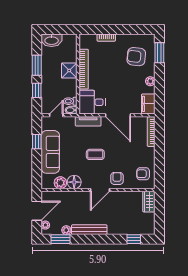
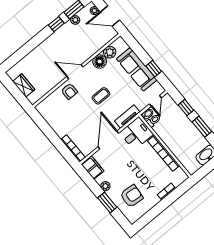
window: (159, 53) -> (107, 203), moved
shower: (69, 71) -> (174, 143), removed
door: (118, 115) -> (108, 140), hinge flipped
armchair: (143, 174) -> (52, 111), removed
door: (100, 190) -> (75, 72), hinge flipped
wardrobe: (149, 202) -> (24, 85), moved
door: (37, 211) -> (110, 16), hinge flipped
bench: (89, 230) -> (58, 35), removed
window: (134, 239) -> (56, 24), moved

